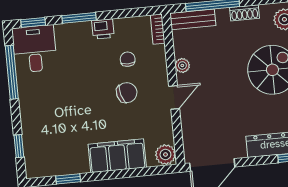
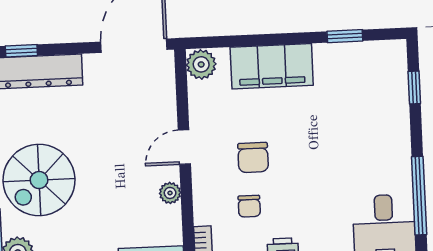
chair: (127, 93) -> (253, 157), turned -74

